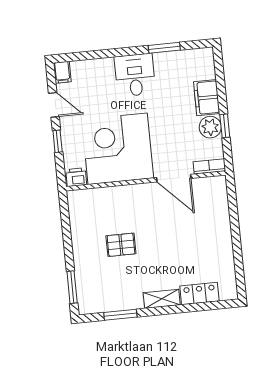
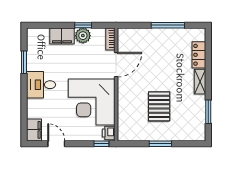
filing cabinet: (62, 72) -> (34, 130), width x2.00
door: (54, 105) -> (56, 144), hinge flipped
window: (58, 141) -> (101, 144), moved
pallet: (121, 245) -> (159, 106), width x1.50, depth x1.42
window: (237, 246) -> (168, 25), added
window: (72, 287) -> (160, 144), moved

